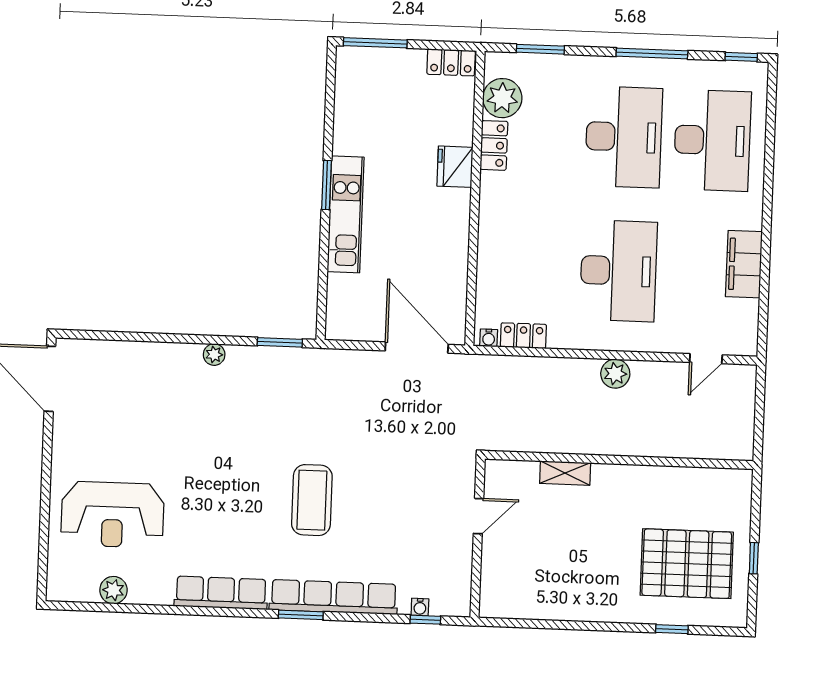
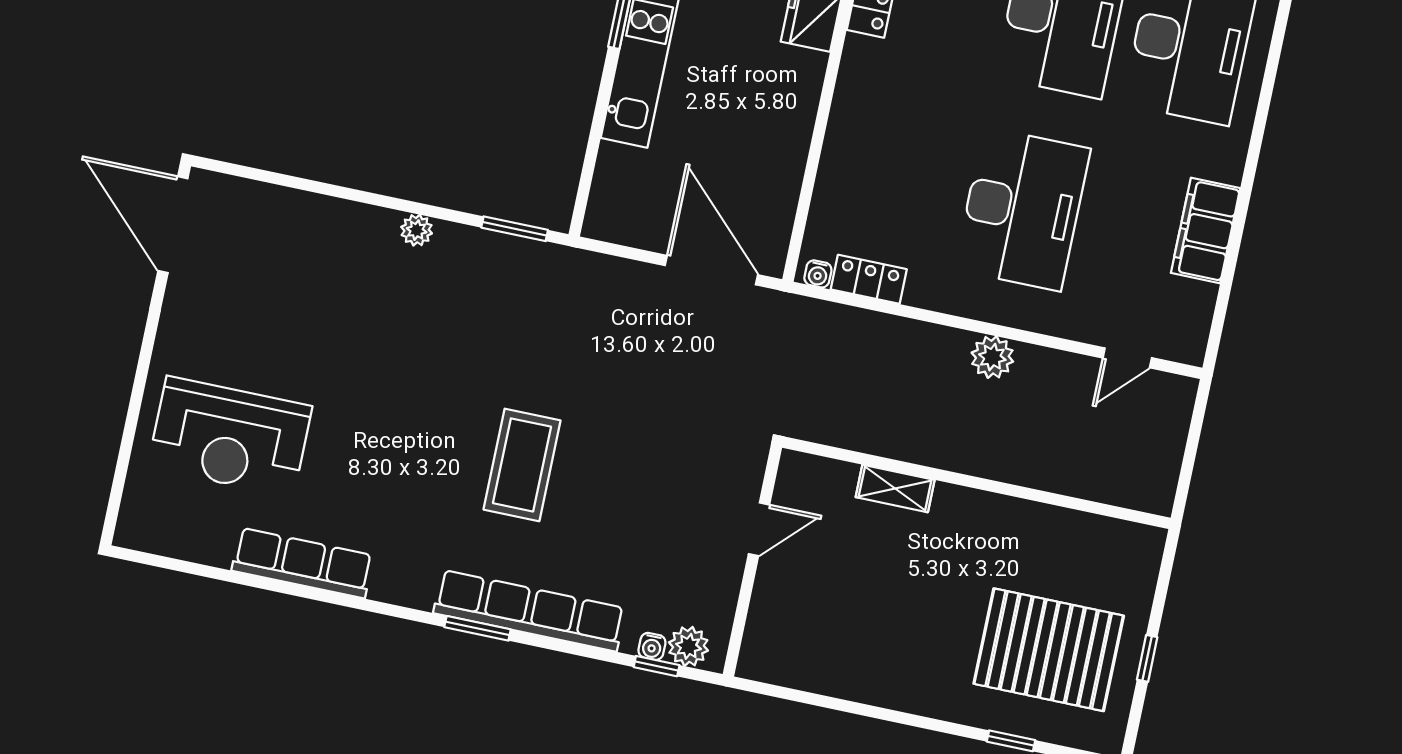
plant: (113, 590) -> (688, 646), moved
row of seats: (221, 593) -> (303, 563), moved

